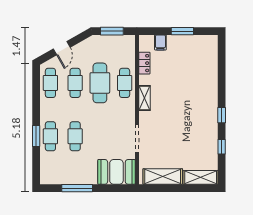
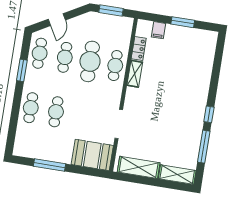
shelving: (144, 98) -> (135, 74), moved
window: (36, 136) -> (22, 70), moved
window: (222, 147) -> (204, 147), width x2.17

